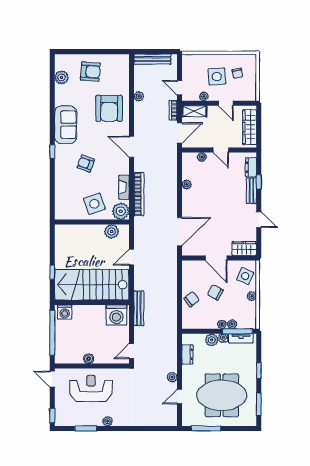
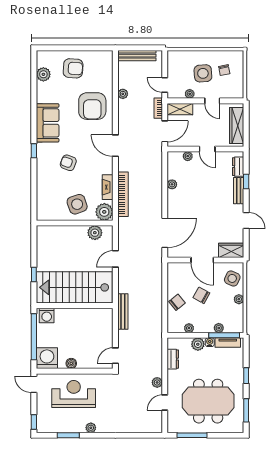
washing machine: (116, 315) -> (47, 358), moved, turned 180
plant: (222, 324) -> (189, 328), moved

